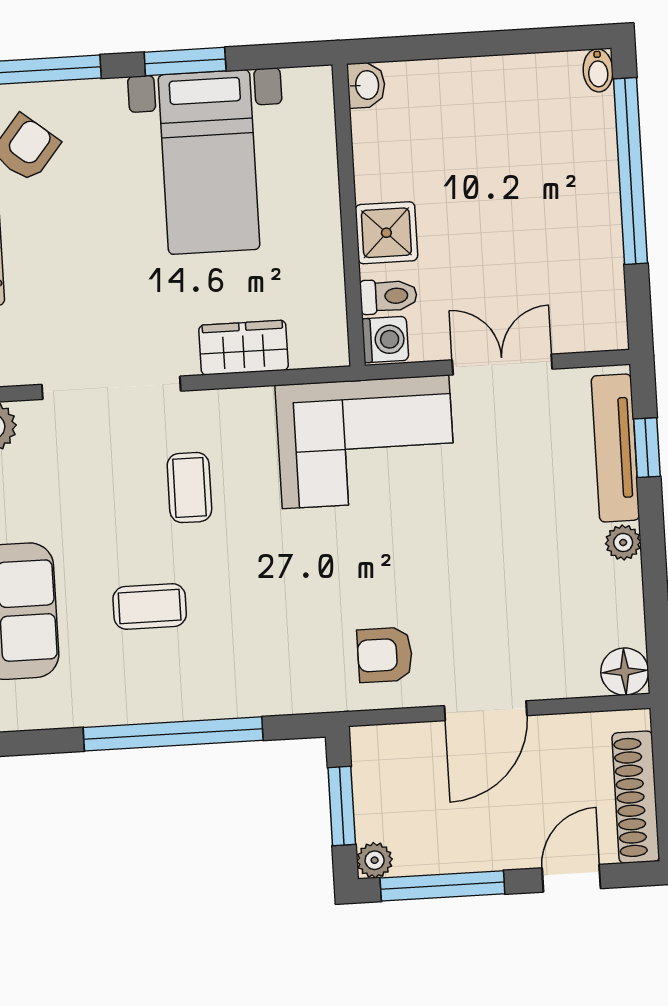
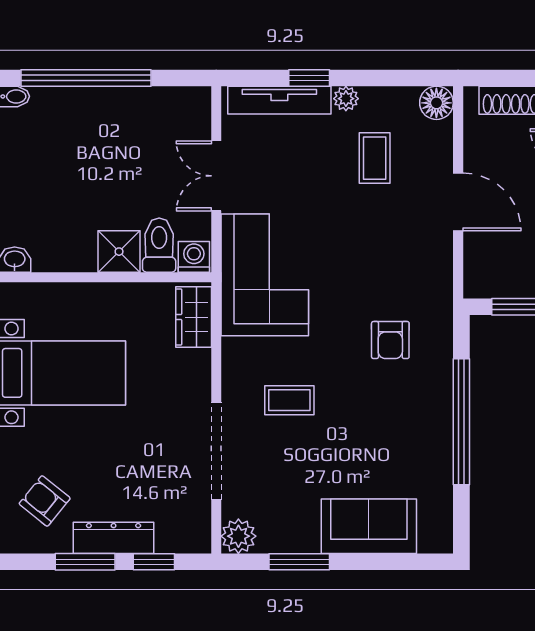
toilet: (388, 296) -> (159, 245), width x1.37, depth x1.39
wardrobe: (244, 348) -> (194, 317), moved
window: (647, 448) -> (309, 78), moved
coffee table: (150, 606) -> (375, 158), moved
armchair: (385, 655) -> (390, 340), moved

